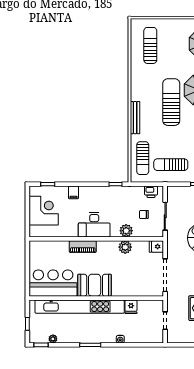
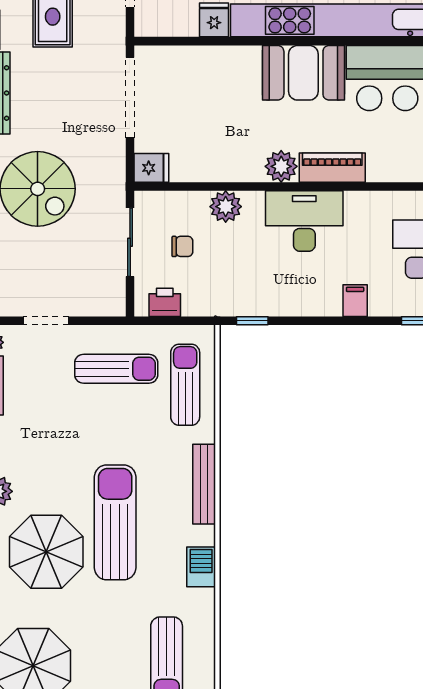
barbecue: (136, 84) -> (201, 567), added
sun lounger: (171, 102) -> (115, 522), turned 180
plant: (125, 247) -> (281, 166), moved

